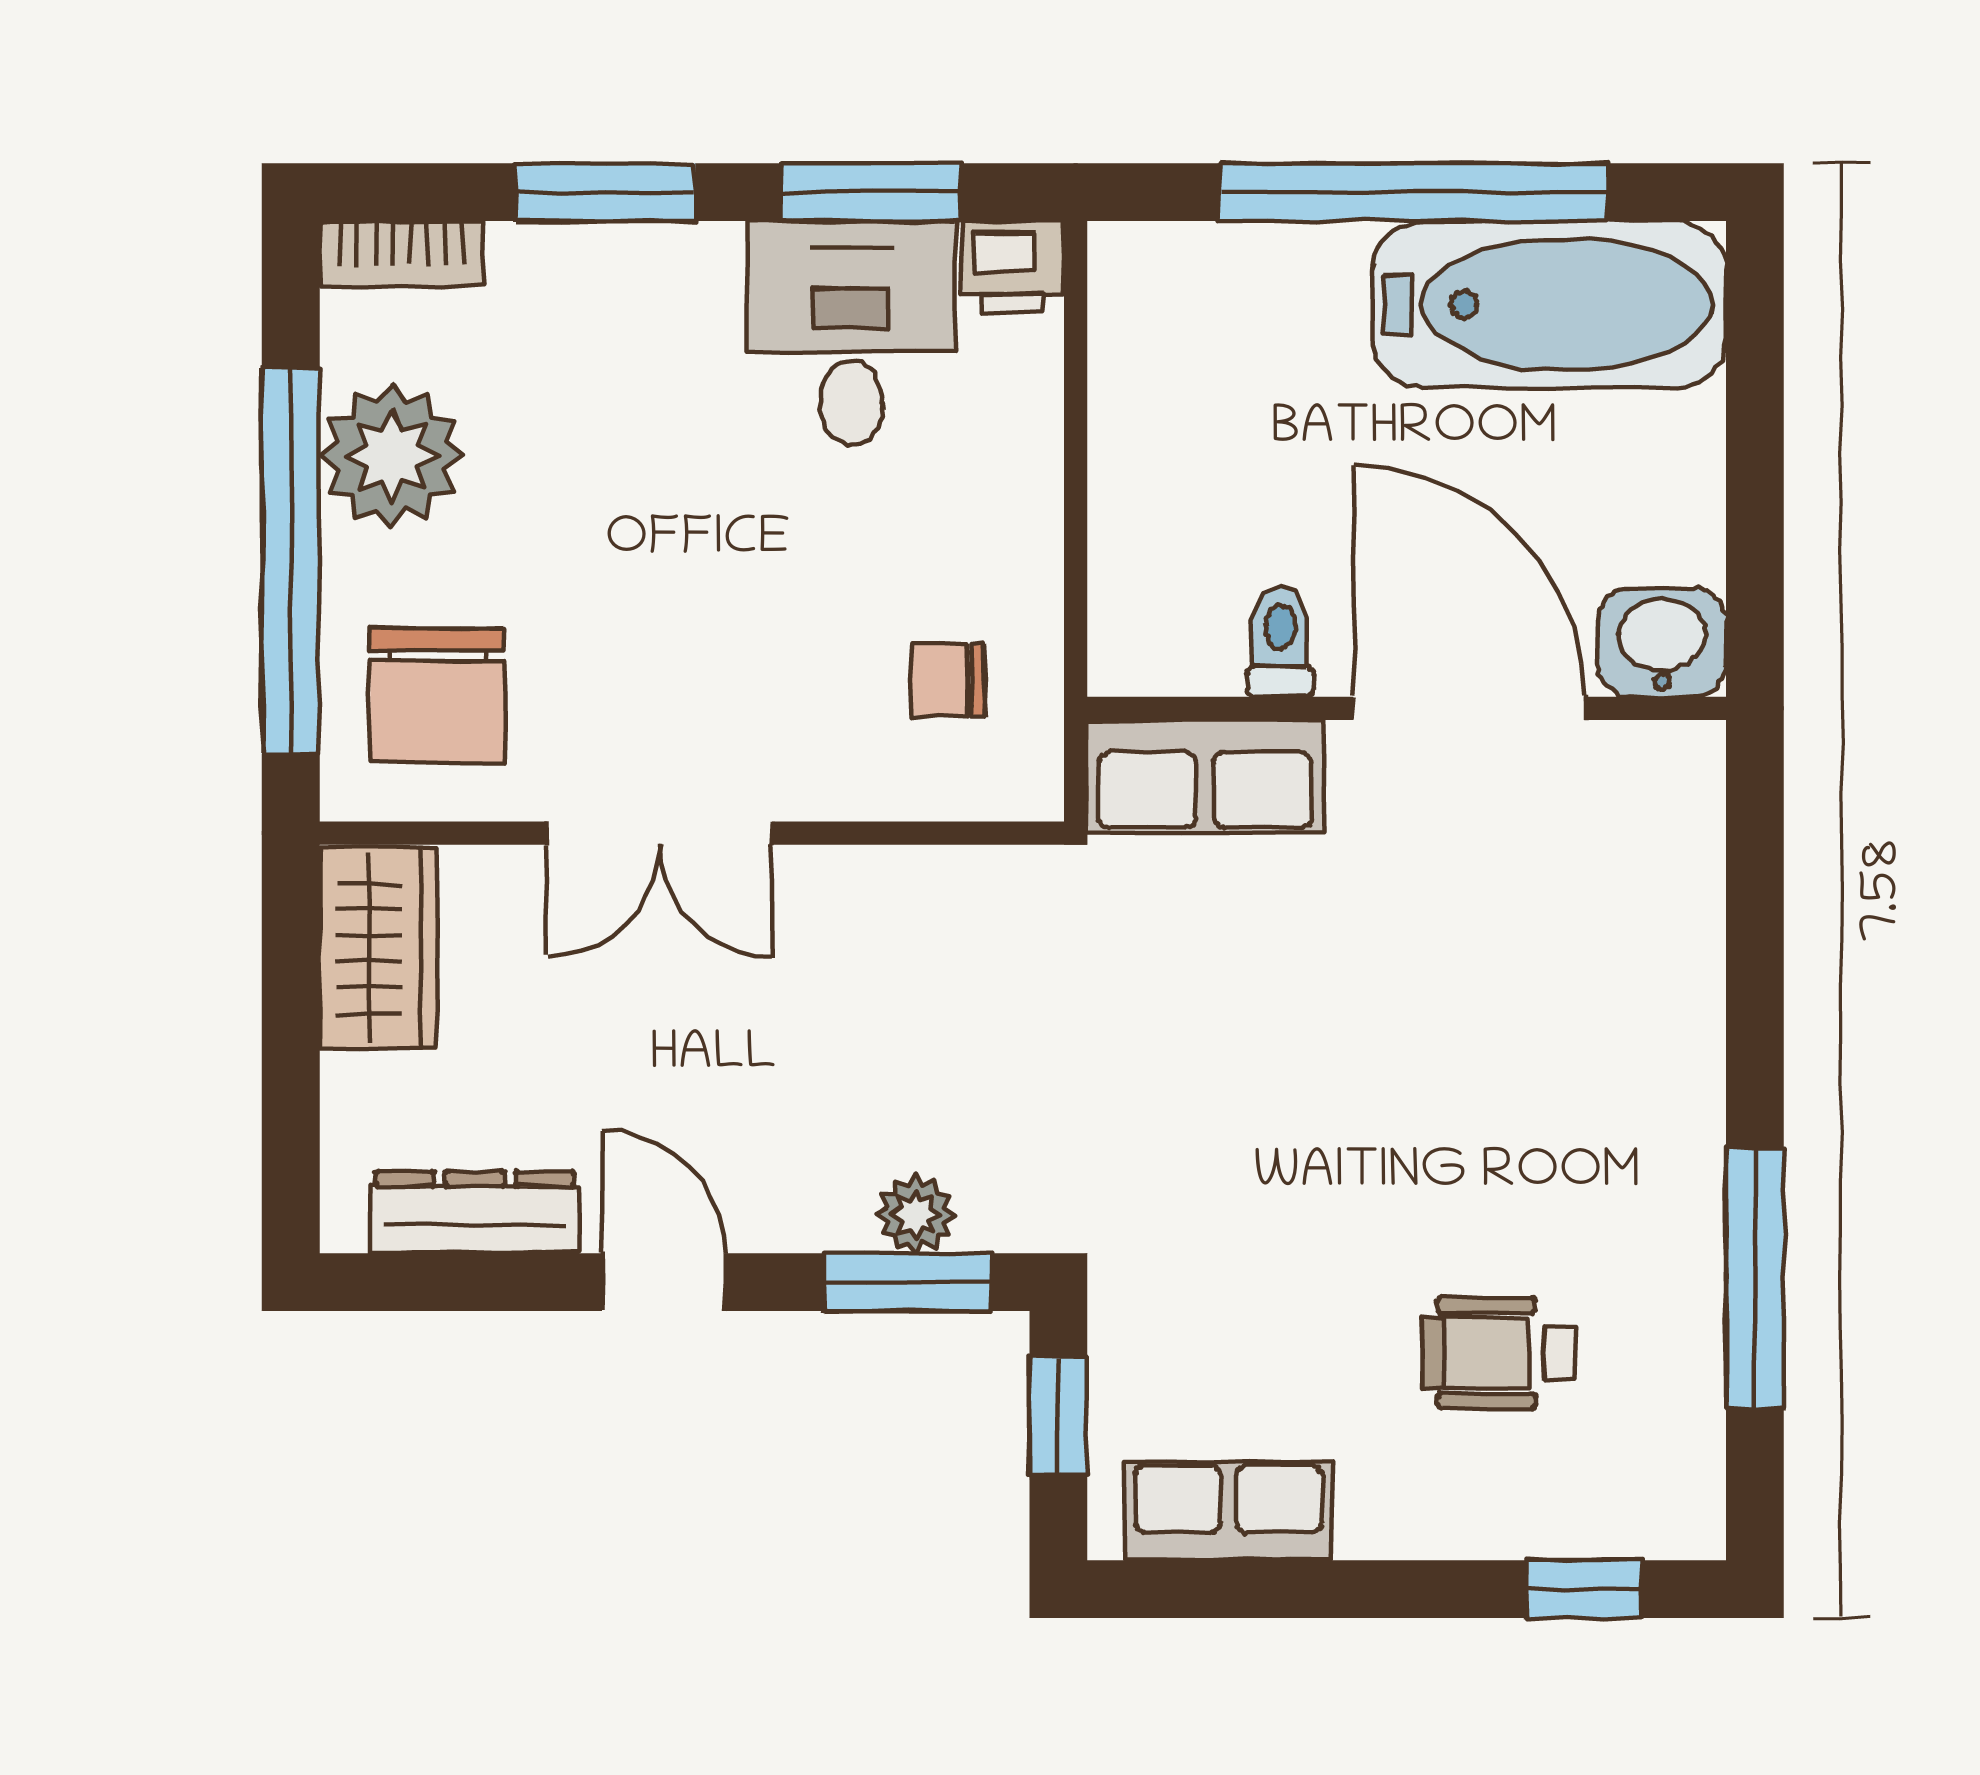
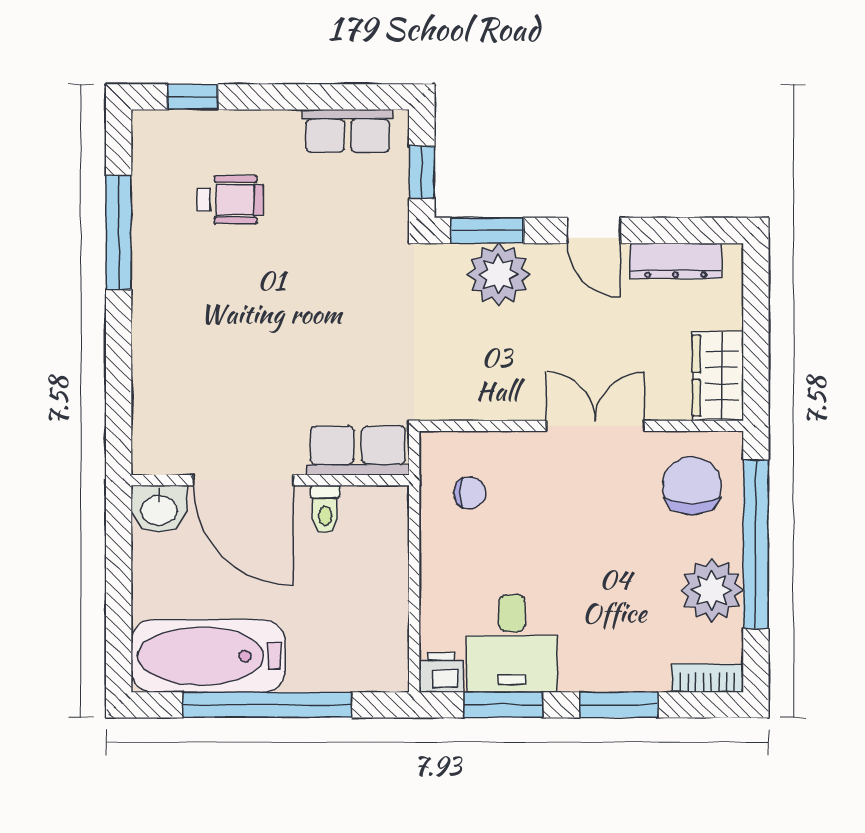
plant: (916, 1215) -> (499, 274), width x1.88, depth x1.88

